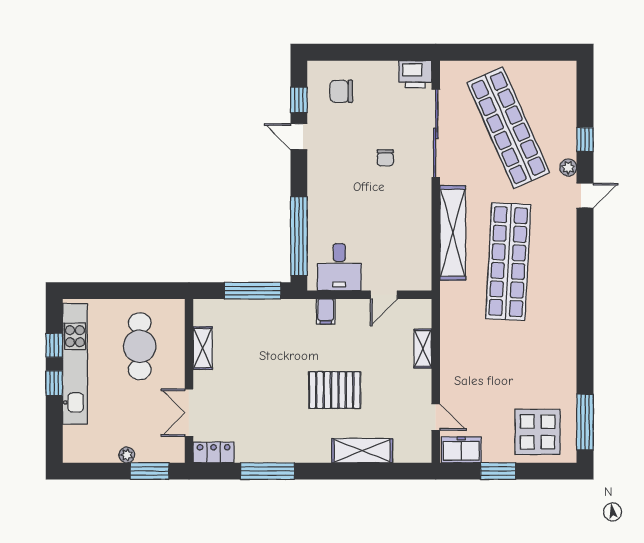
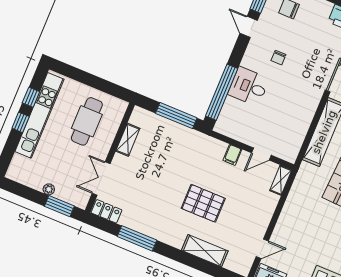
chair: (385, 158) -> (278, 58), moved
desk: (339, 267) -> (249, 87), moved, turned 90
filing cabinet: (326, 311) -> (232, 155), moved
shelving: (423, 349) -> (281, 180), moved
door: (436, 417) -> (262, 249), hinge flipped

